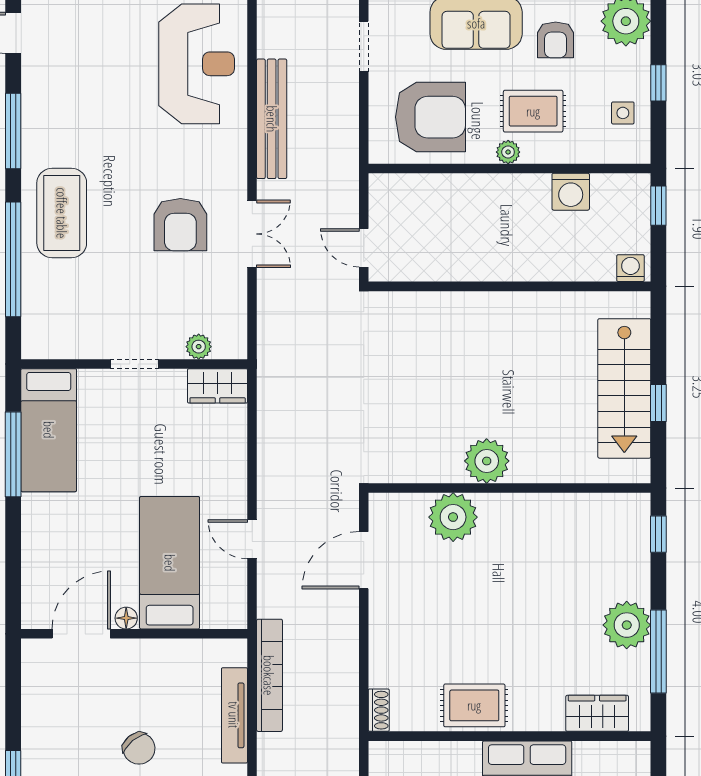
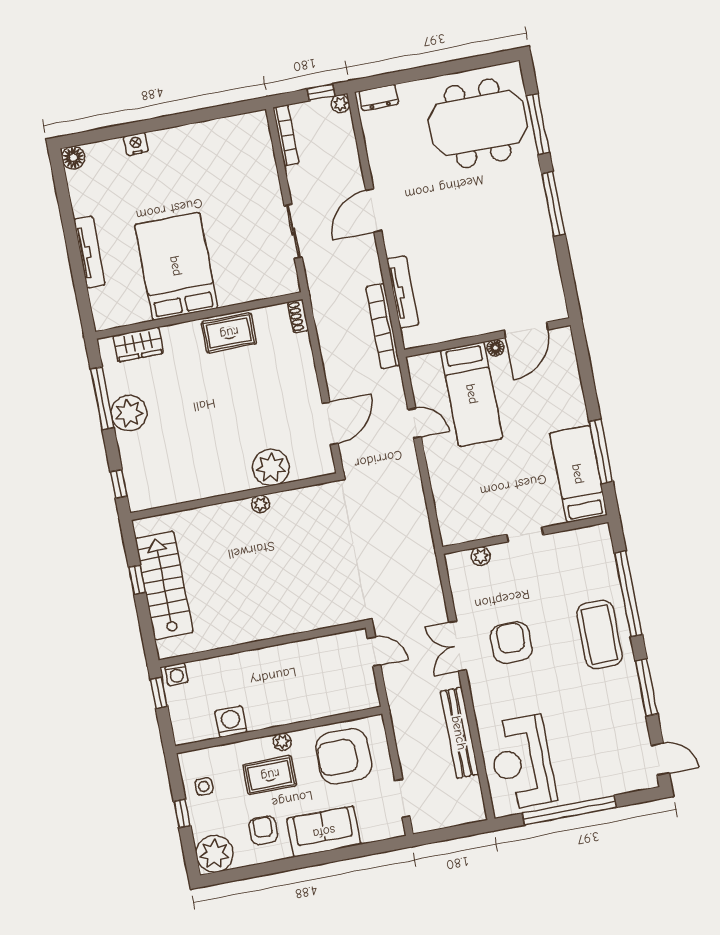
window: (658, 206) -> (159, 693), moved
wardrobe: (218, 386) -> (461, 530), removed
plant: (487, 461) -> (260, 504), width x0.53, depth x0.53
chair: (139, 748) -> (468, 254), removed

